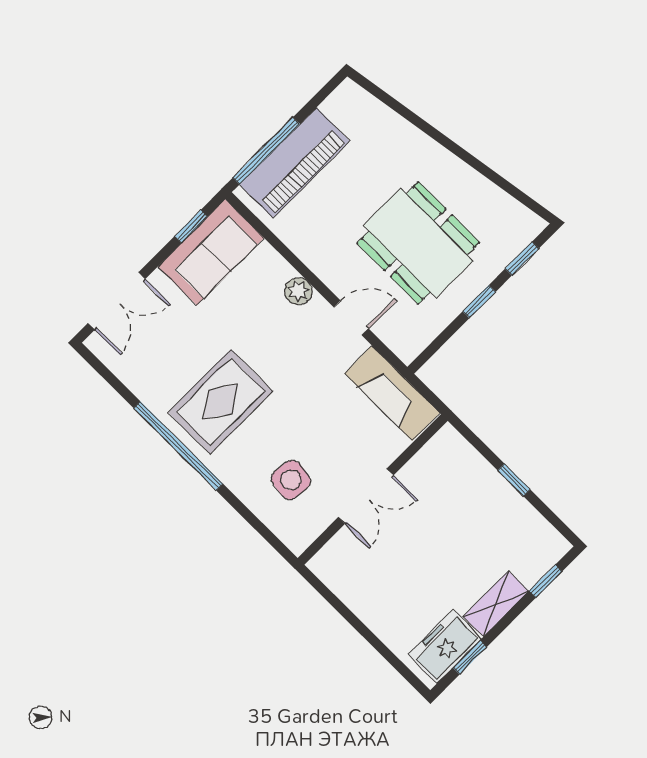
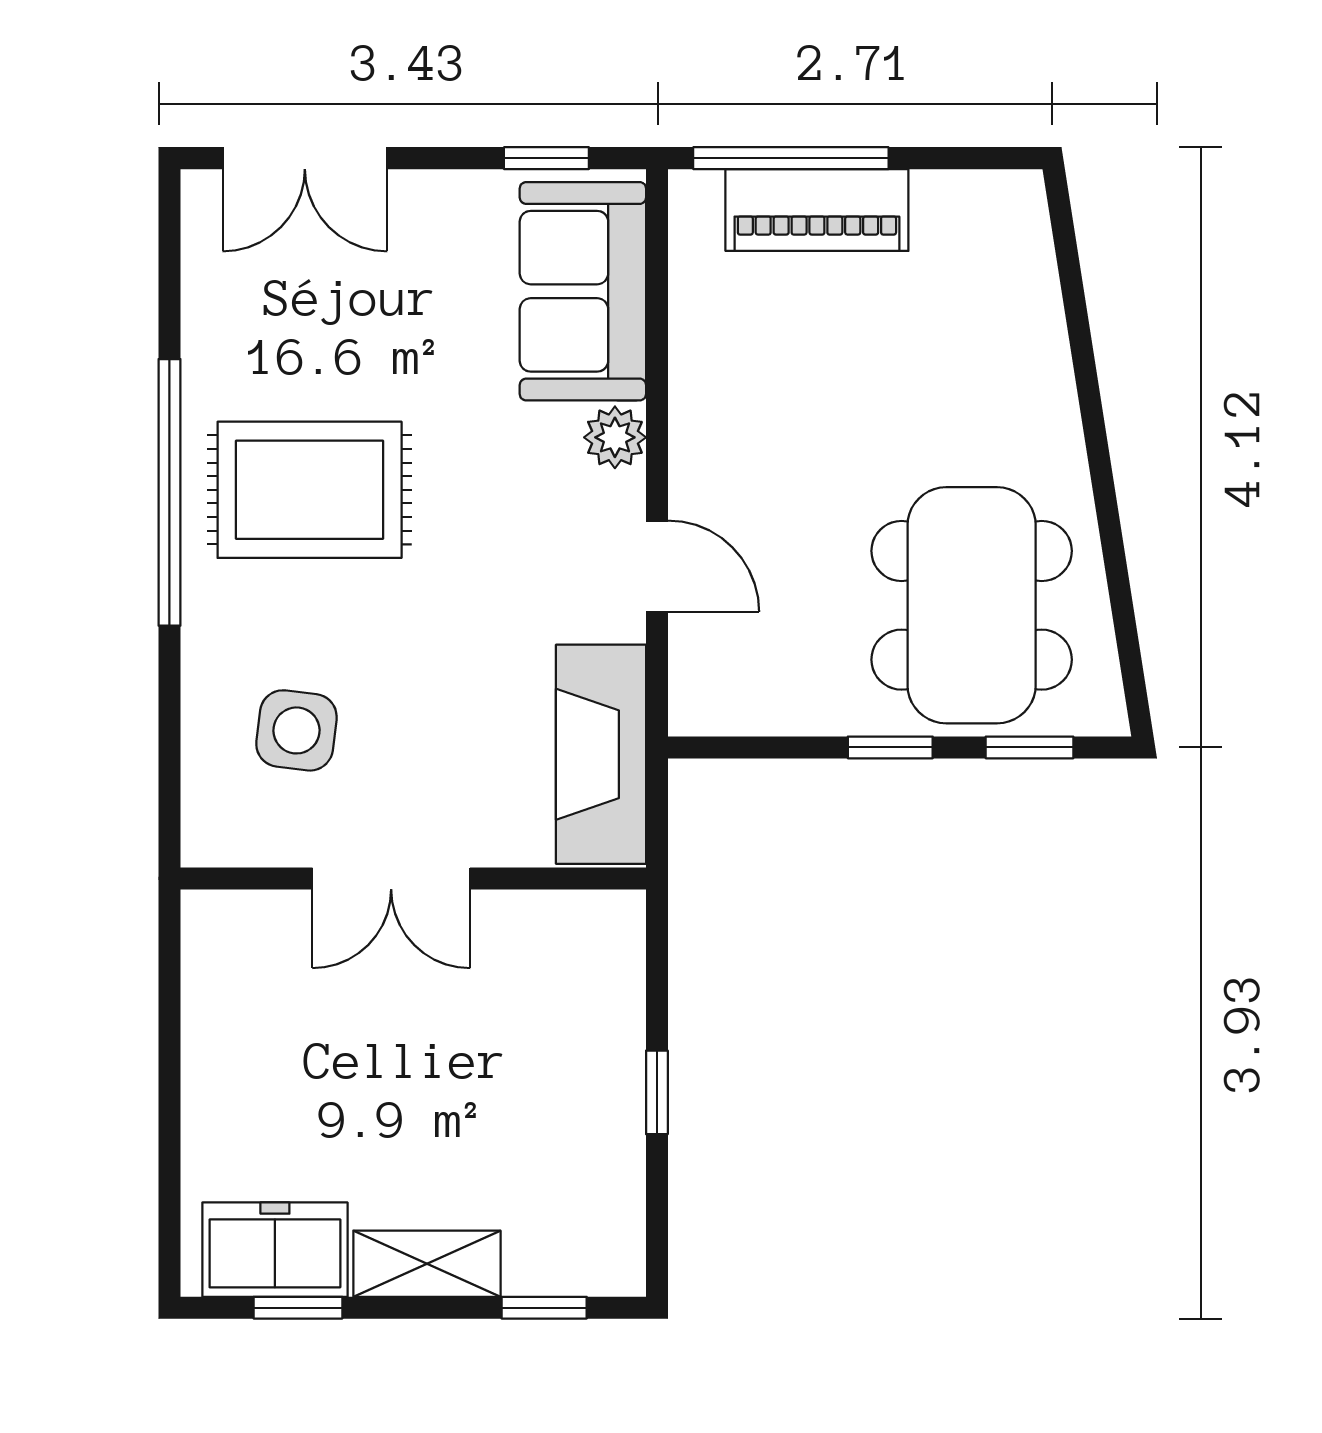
piano: (295, 163) -> (817, 210), width x0.73, depth x0.75
dining table: (418, 243) -> (972, 605), moved
sofa: (211, 252) -> (583, 291), moved, turned 90

